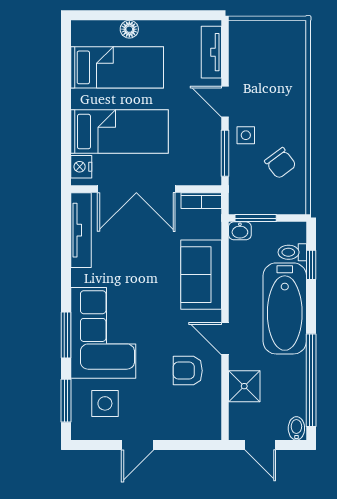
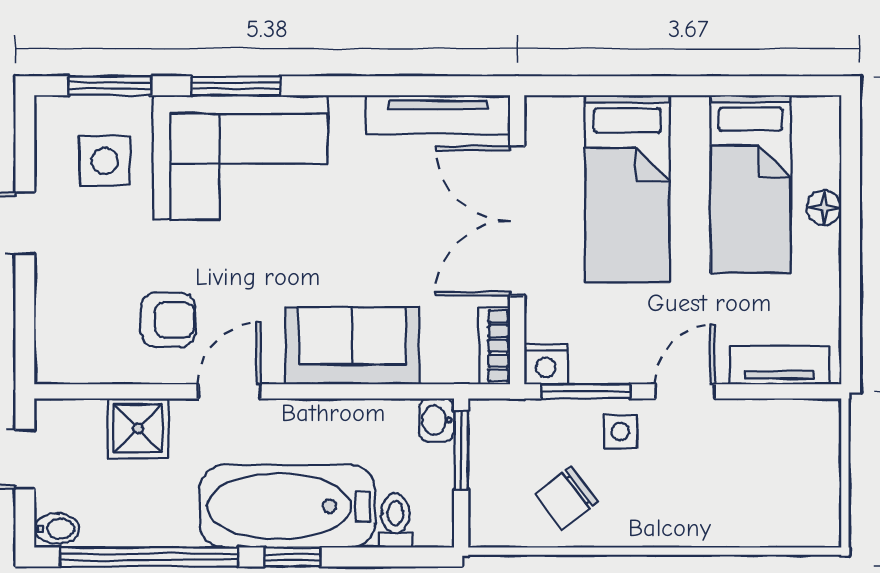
nightstand: (81, 167) -> (546, 364), moved, turned 180
window: (311, 265) -> (292, 557), moved
armchair: (188, 371) -> (168, 320), turned 90

